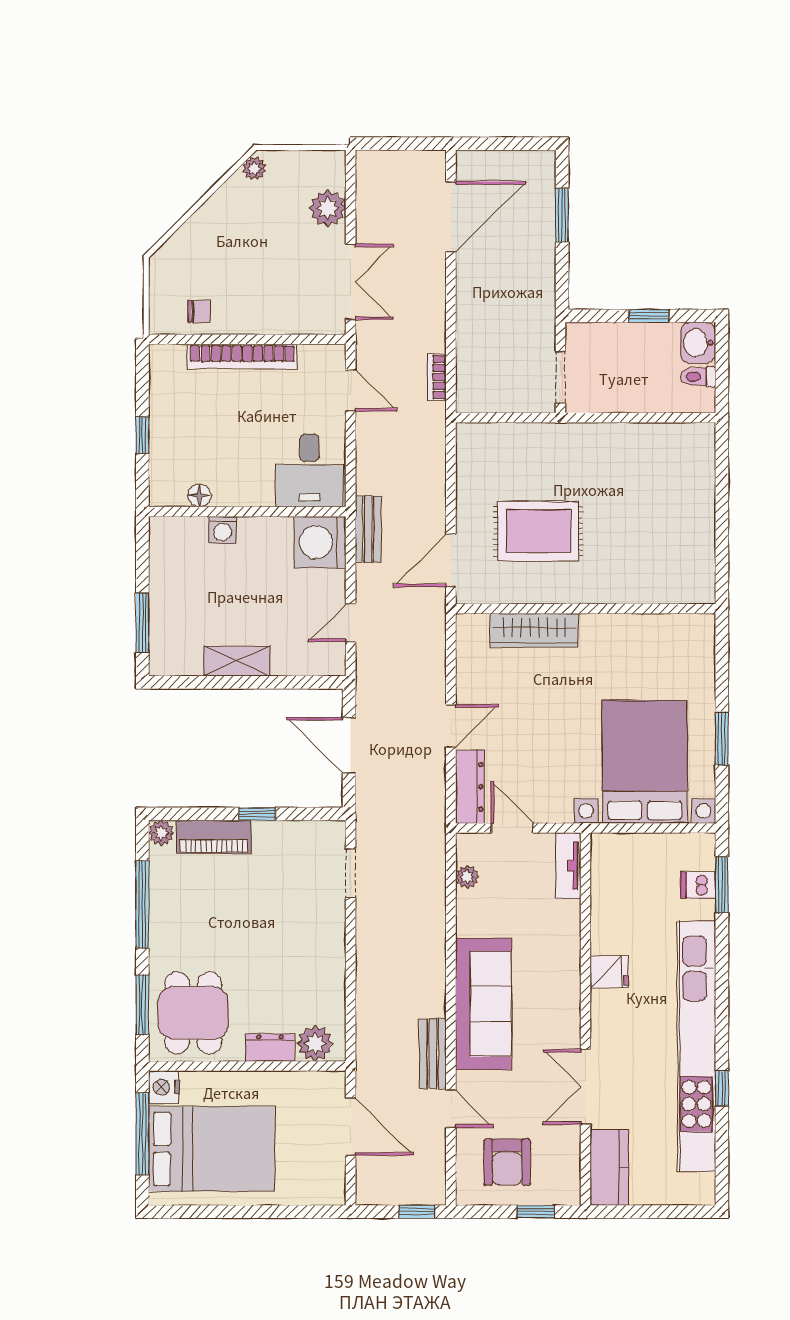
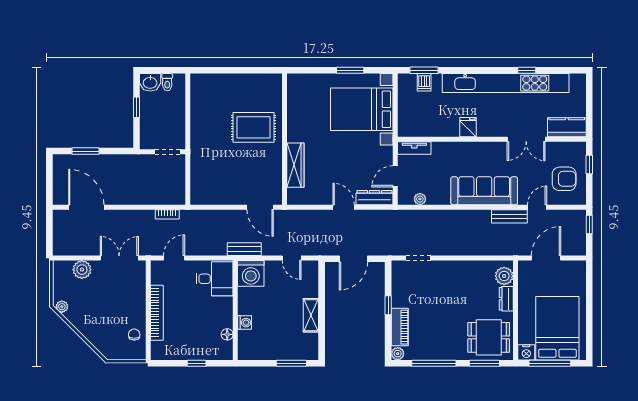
rug: (538, 531) -> (253, 127), moved, turned 90

